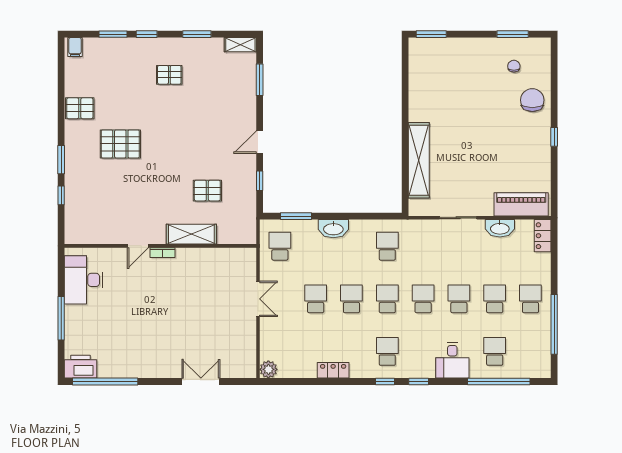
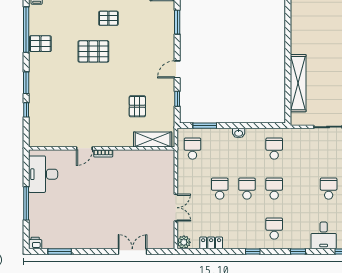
window: (61, 90) -> (26, 30), added
pallet: (120, 144) -> (93, 51), moved
pallet: (207, 191) -> (137, 106), turned 90
washbasin: (333, 229) -> (239, 133), width x0.52, depth x0.69
shelving: (191, 234) -> (153, 139), moved
double door: (258, 299) -> (176, 208), moved
school desk: (423, 299) -> (301, 189), removed
printer: (81, 367) -> (35, 243), width x0.53, depth x0.68
locker: (333, 370) -> (211, 243), moved
window: (105, 382) -> (60, 252), width x0.47
window: (385, 382) -> (253, 252), moved

